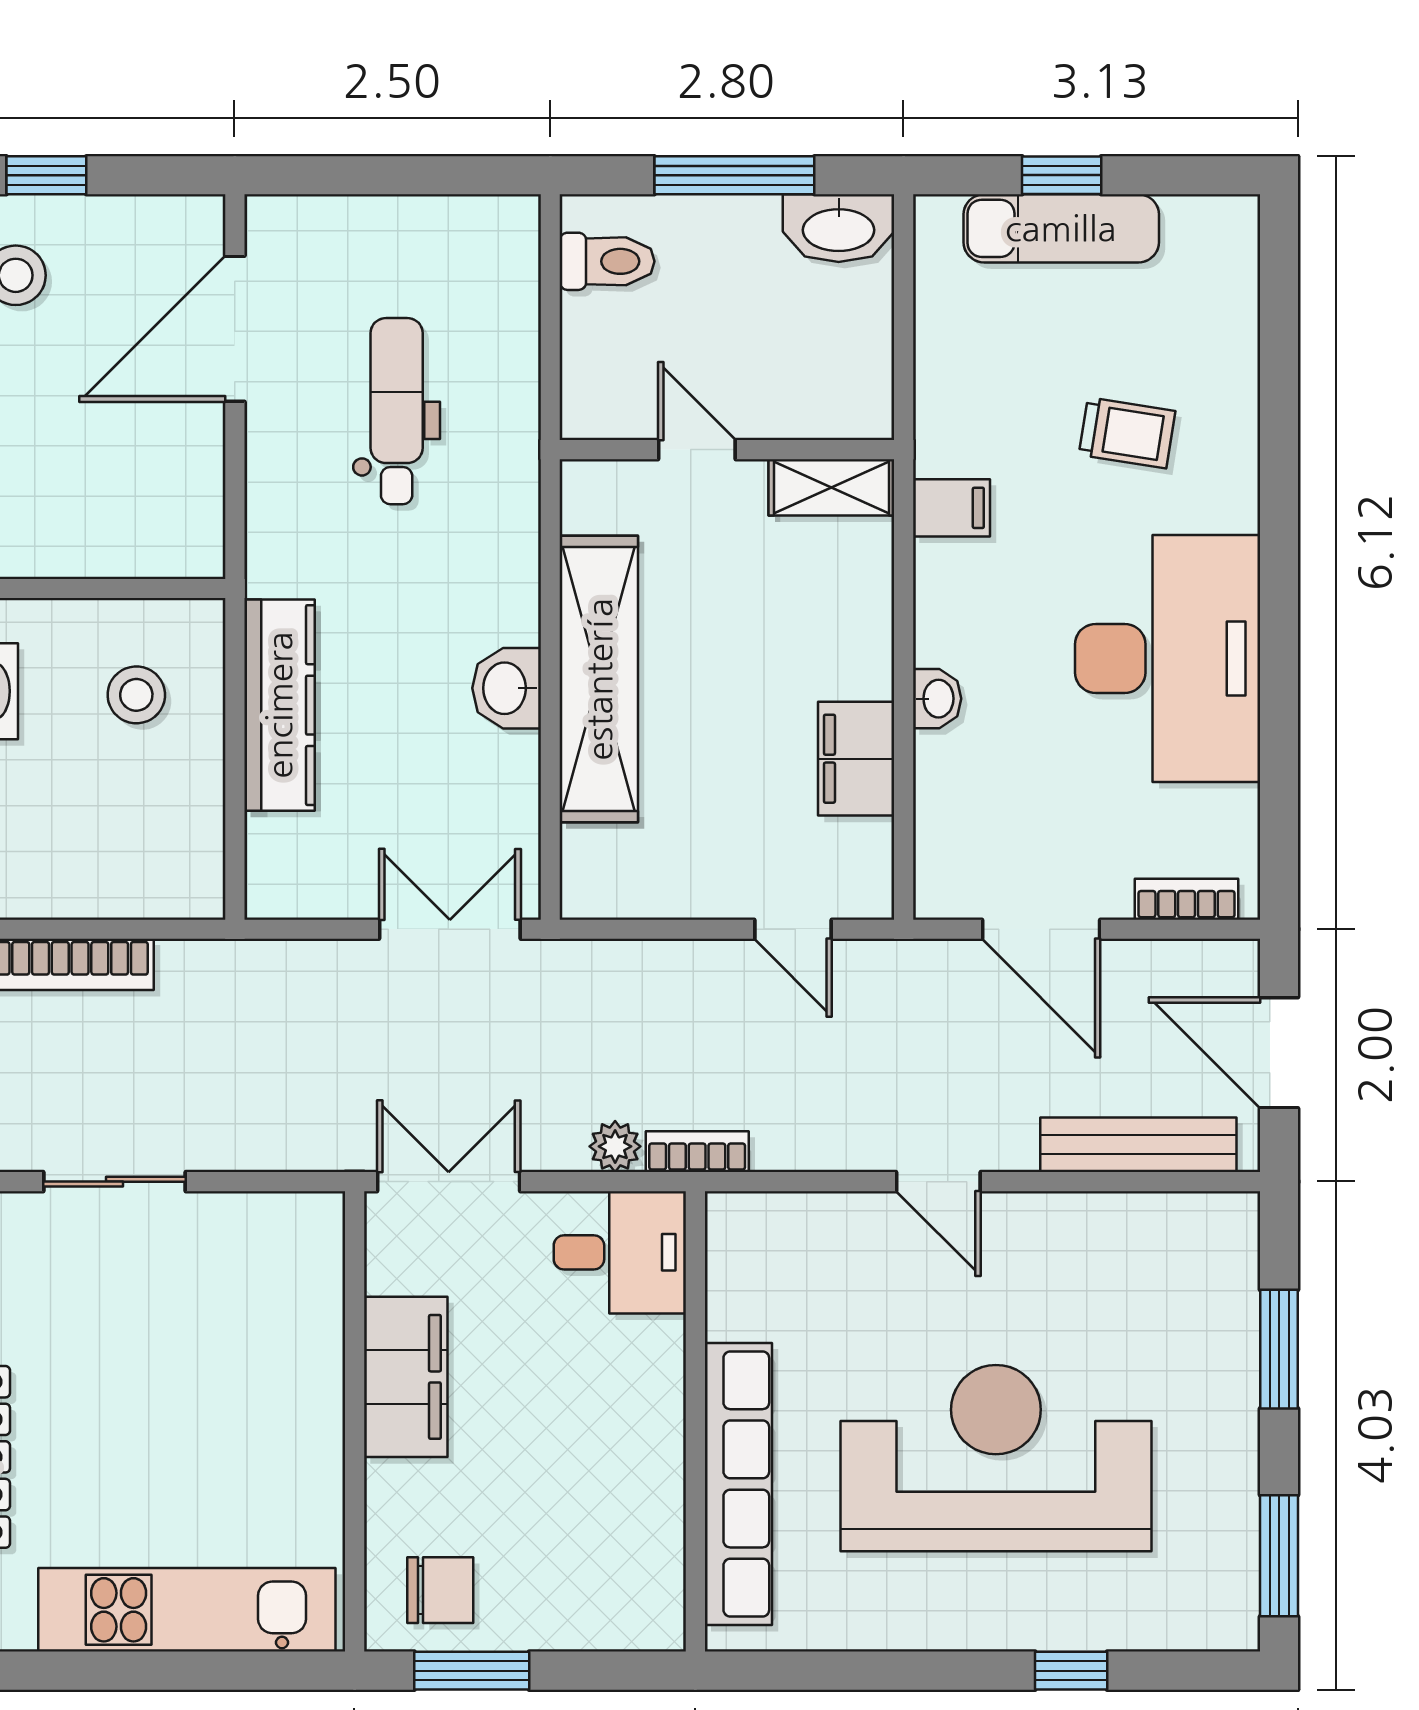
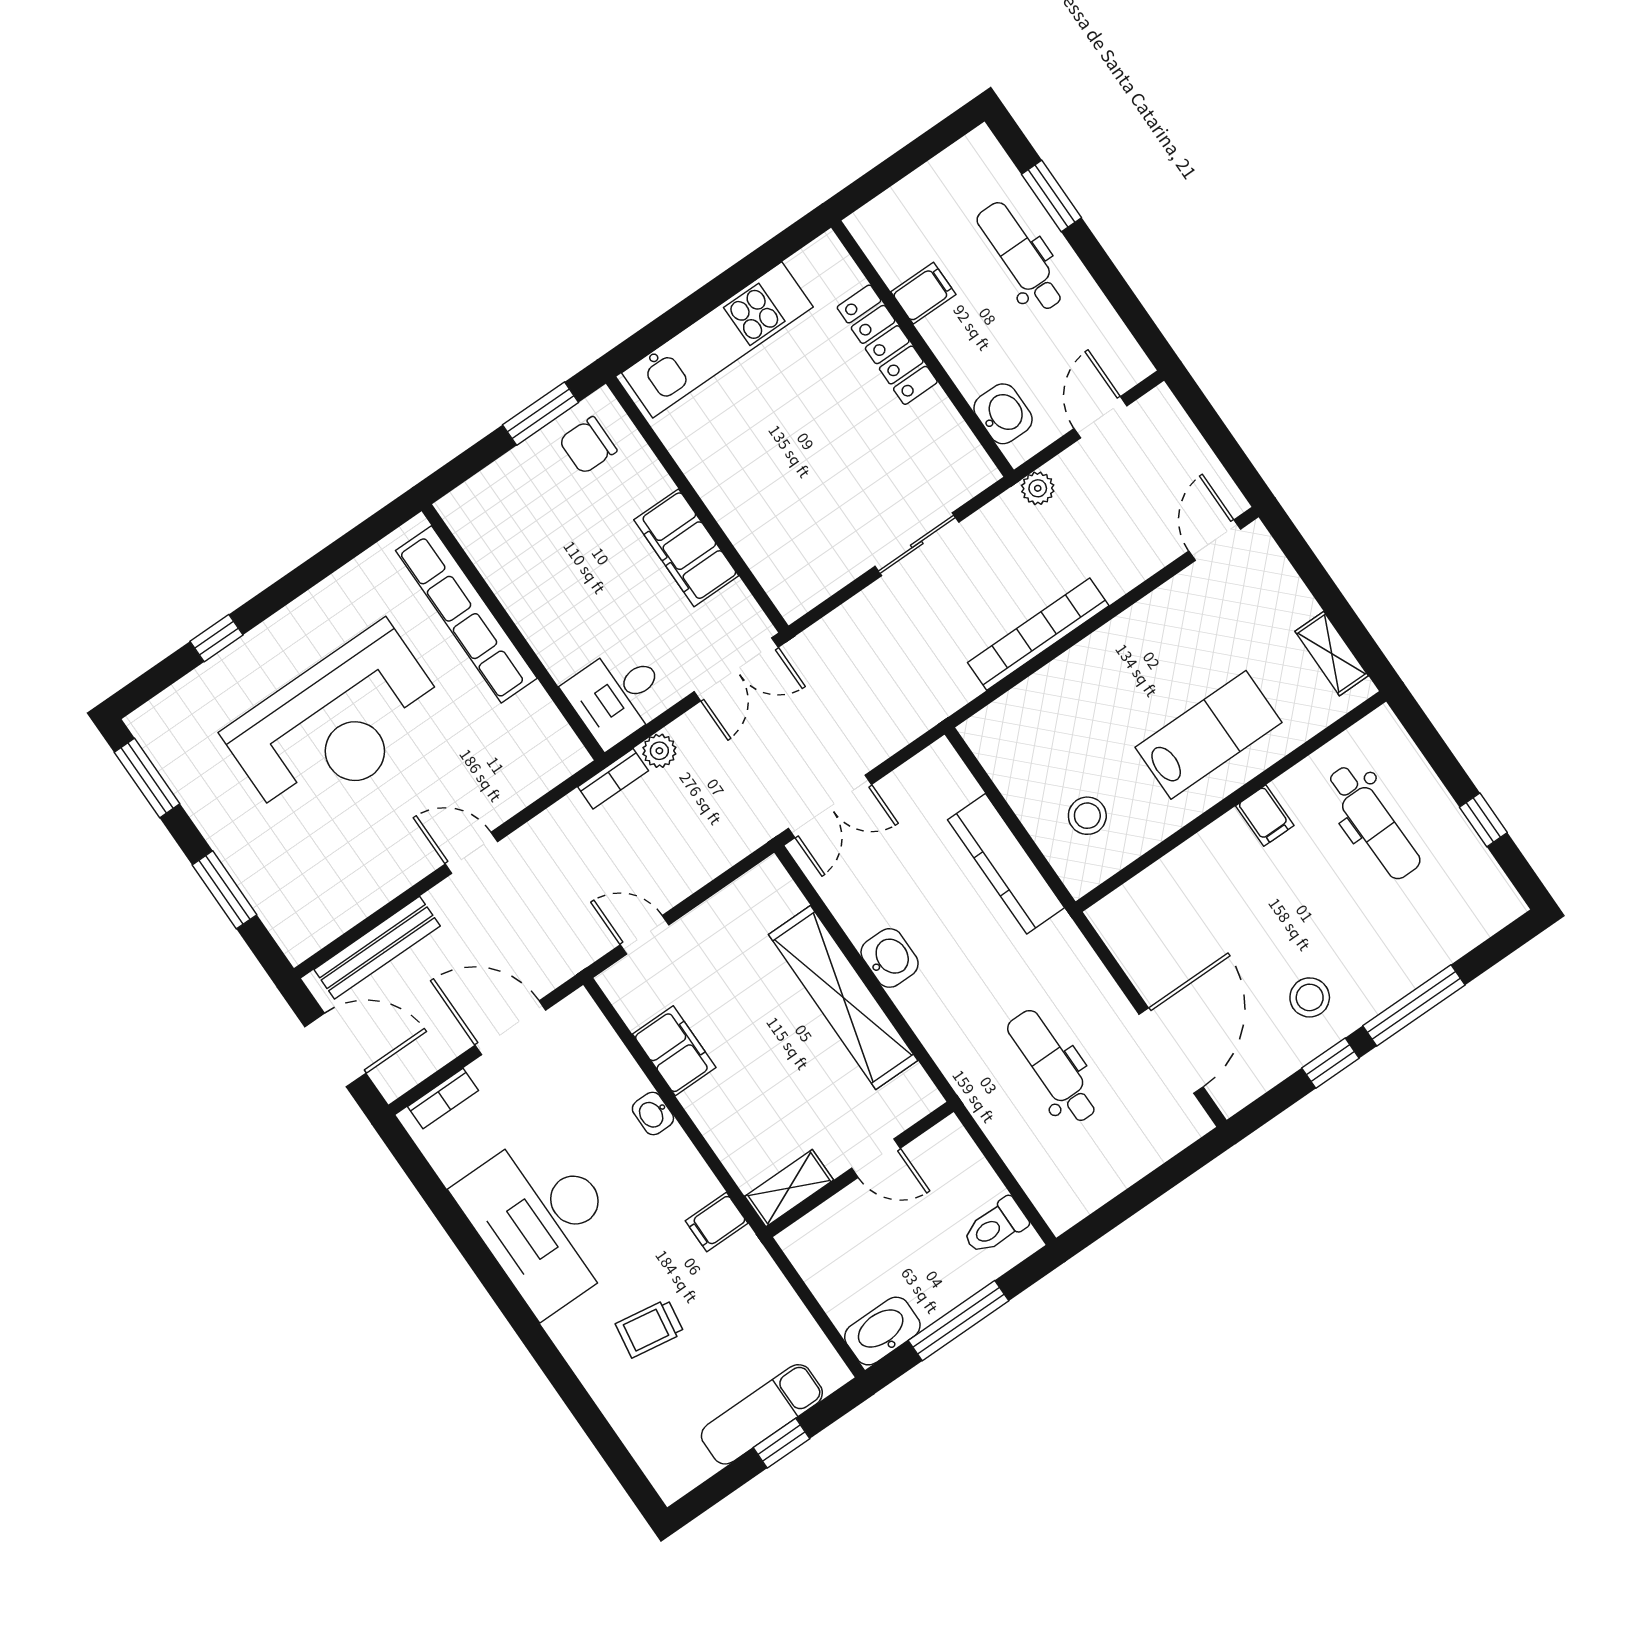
dental chair: (397, 411) -> (1053, 1067), turned 180

